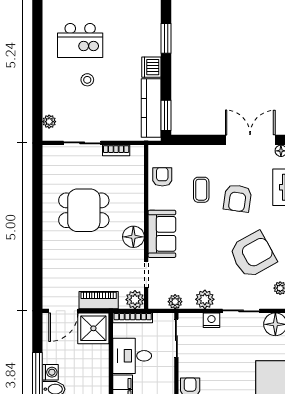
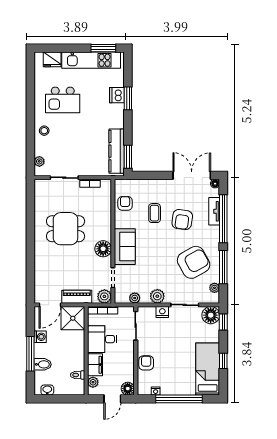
dishwasher: (151, 67) -> (117, 95), moved
stool: (87, 80) -> (44, 131), moved
washing machine: (50, 372) -> (40, 337), moved

